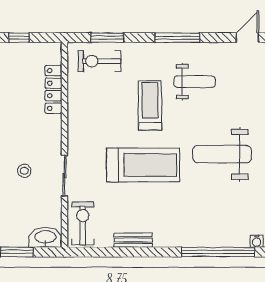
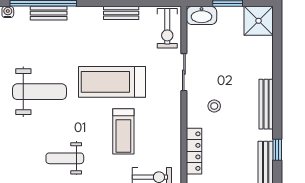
treadmill: (150, 105) -> (123, 131), moved
stool: (24, 171) -> (214, 106), moved
bench: (212, 240) -> (49, 13), added

